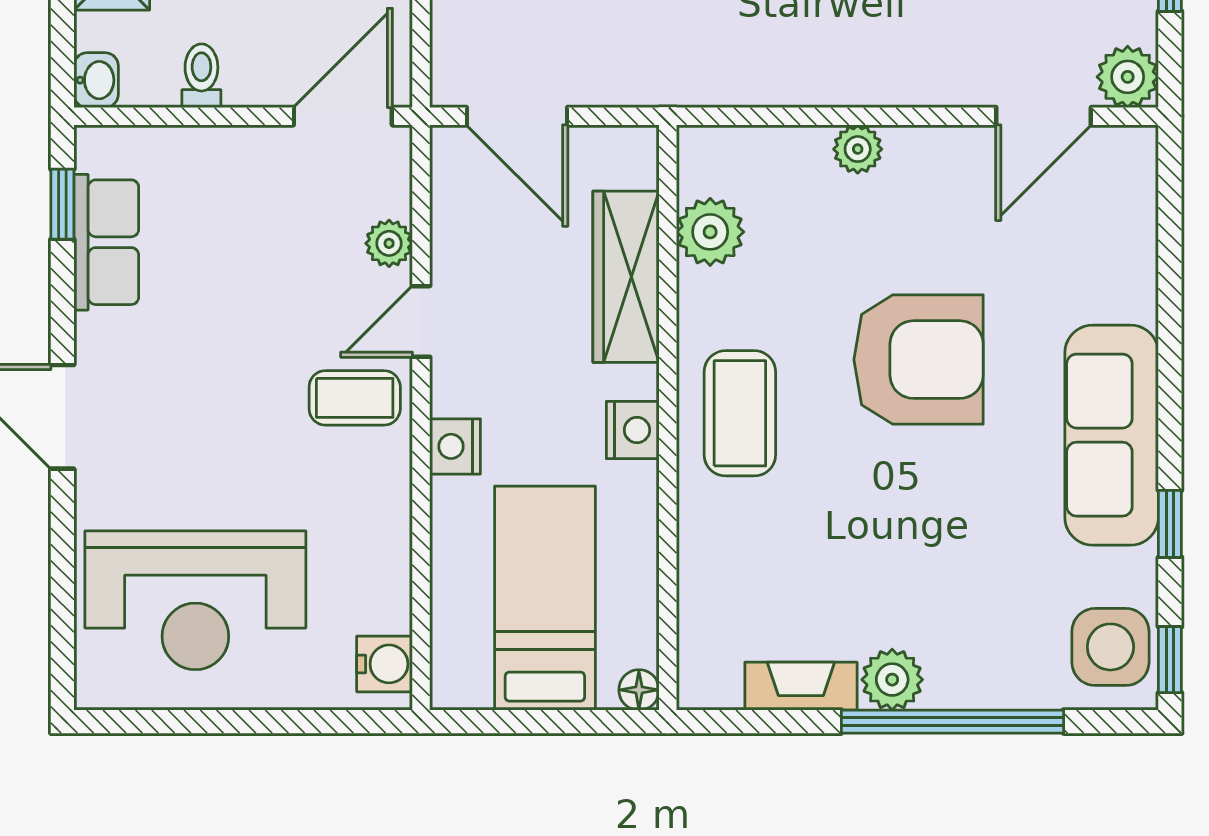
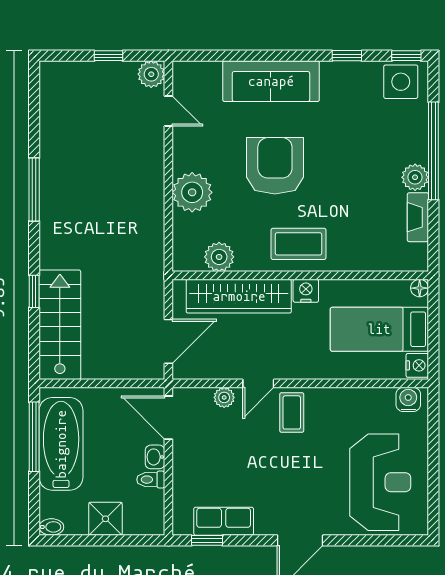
washbasin: (96, 80) -> (155, 457), moved, turned -90
door: (1044, 116) -> (168, 111), width x0.73
plant: (858, 149) -> (192, 192), width x1.88, depth x1.88
wardrobe: (626, 277) -> (239, 296), width x1.40, depth x1.17
door: (421, 321) -> (258, 383), hinge flipped
sofa: (1112, 435) -> (271, 81), moved
nightstand: (455, 446) -> (417, 365), moved, turned -90

